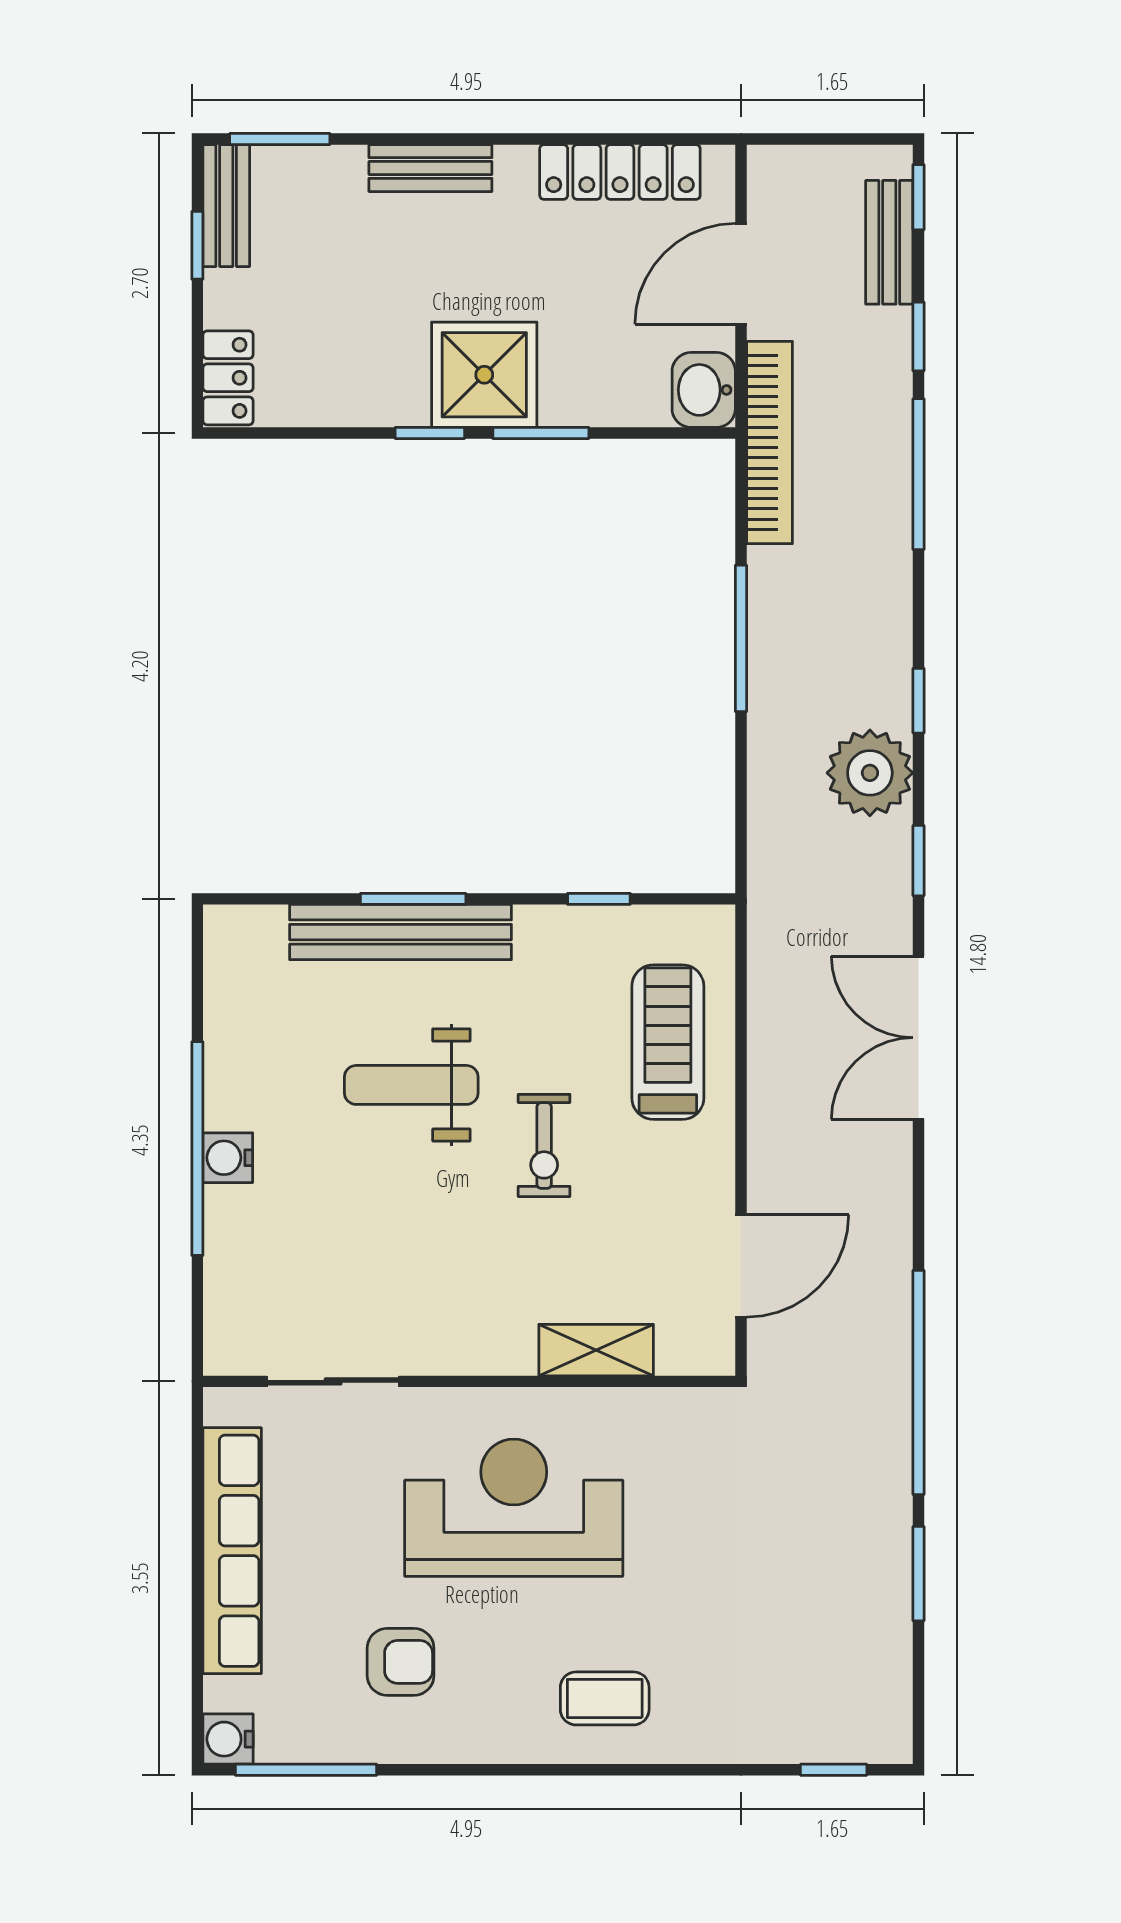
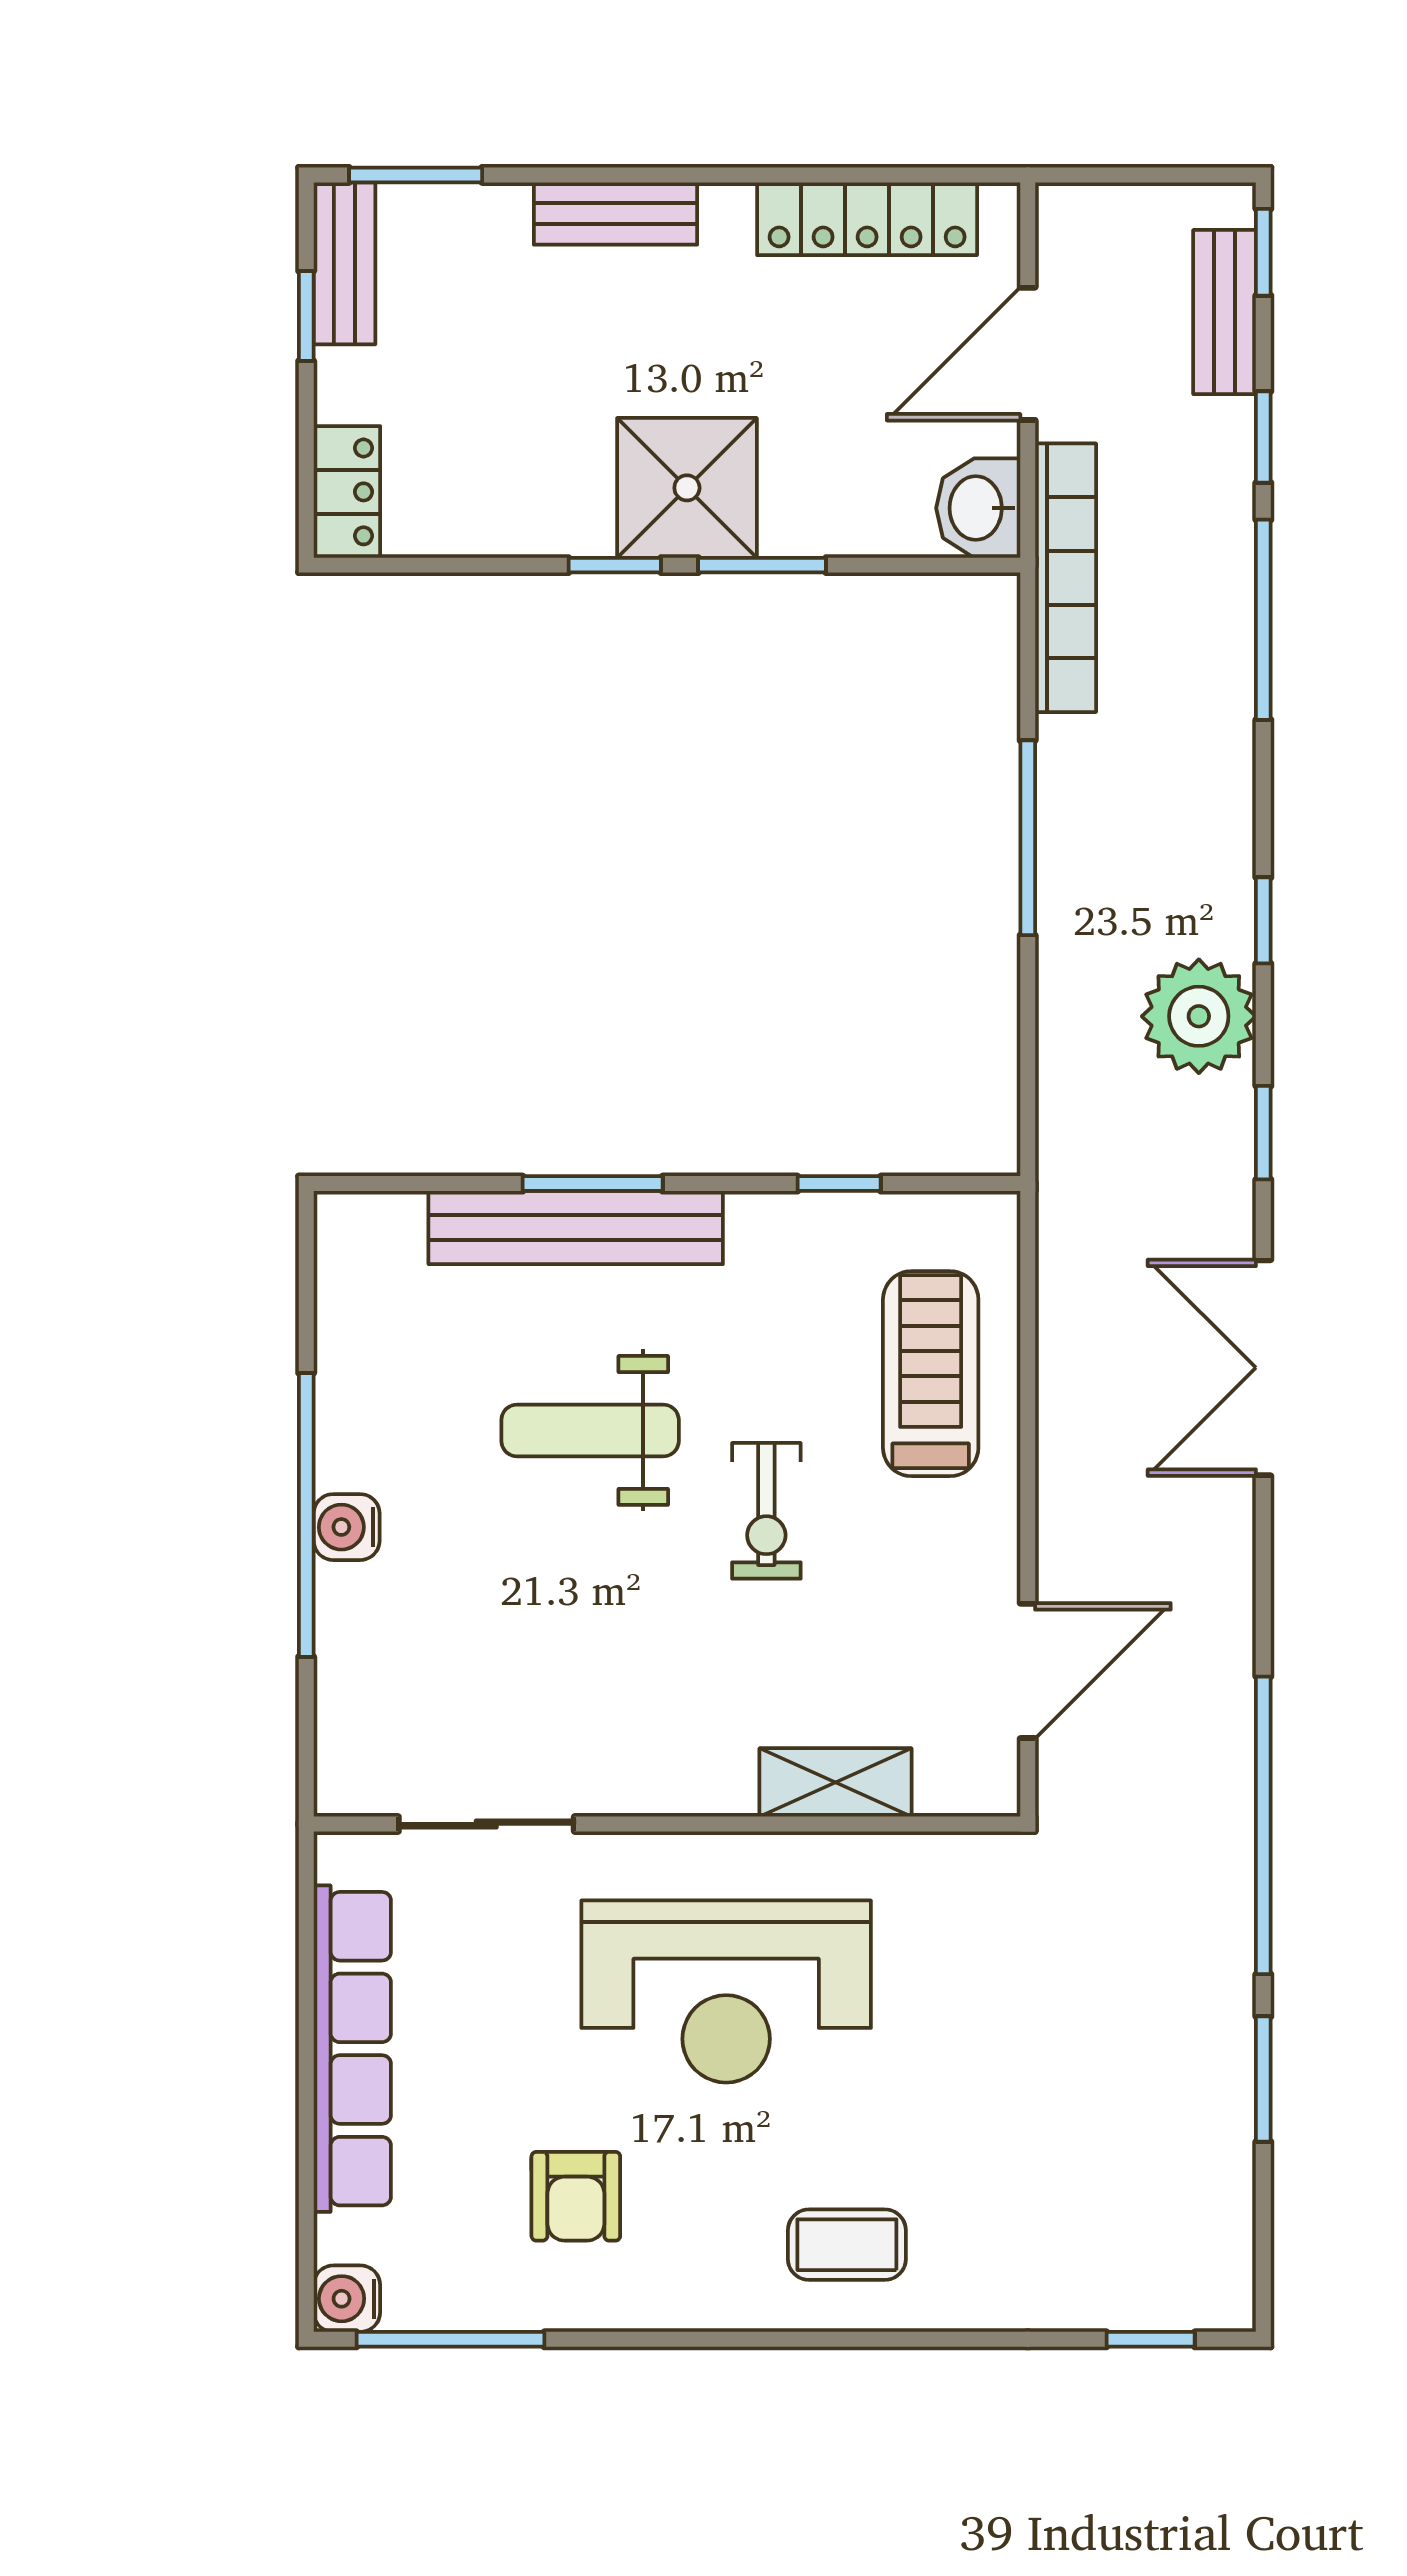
reception desk: (514, 1508) -> (726, 1992), turned 180
armchair: (401, 1662) -> (576, 2196), turned 90

